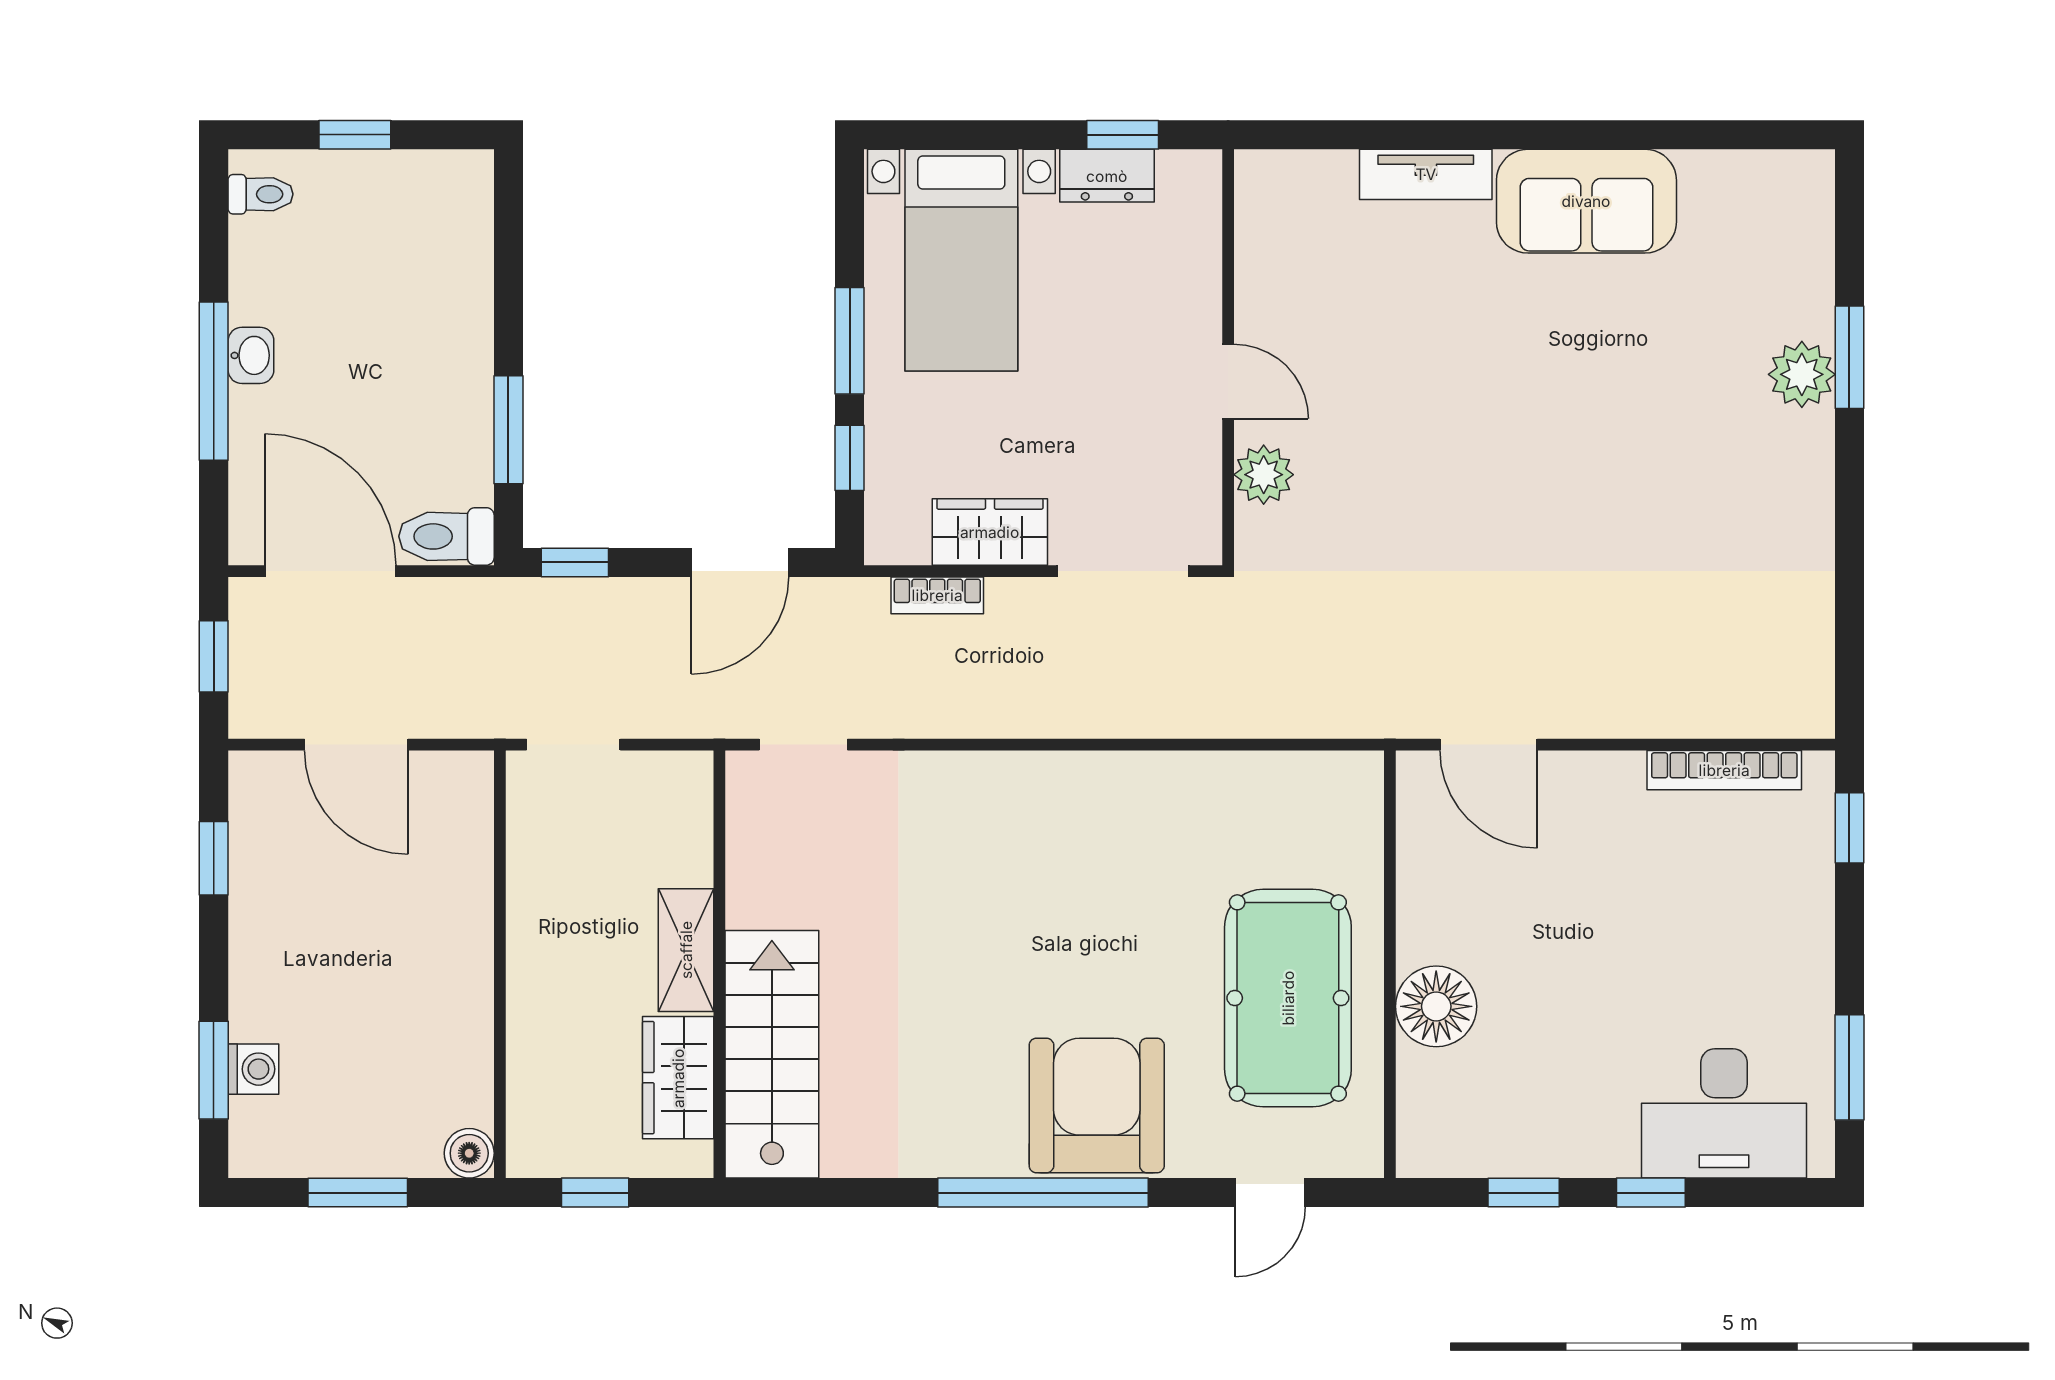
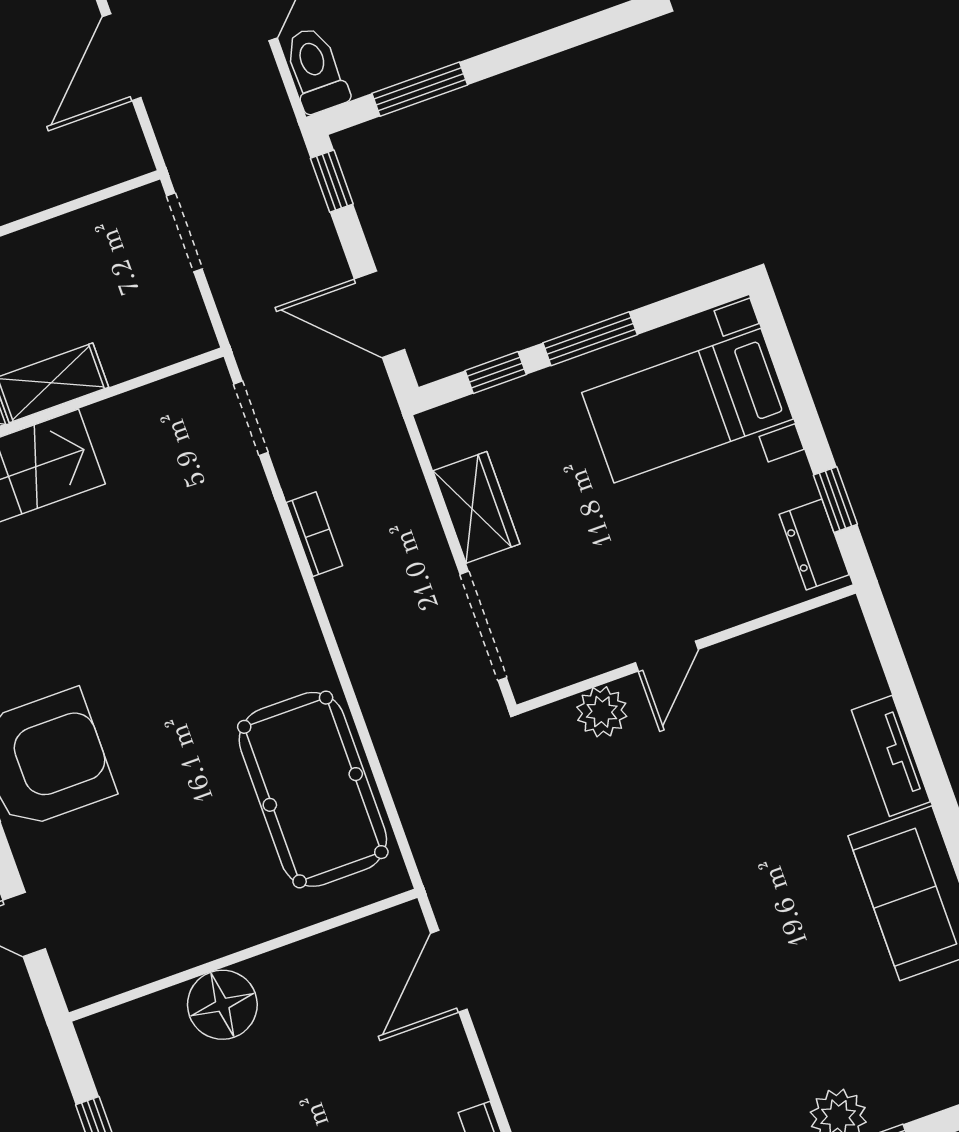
dresser: (1107, 176) -> (814, 544), moved
bookcase: (937, 595) -> (314, 534), moved, turned 180
pool table: (1288, 998) -> (313, 789), moved, turned 90

